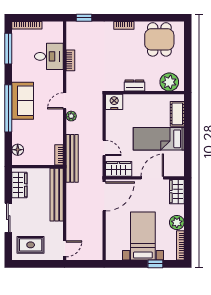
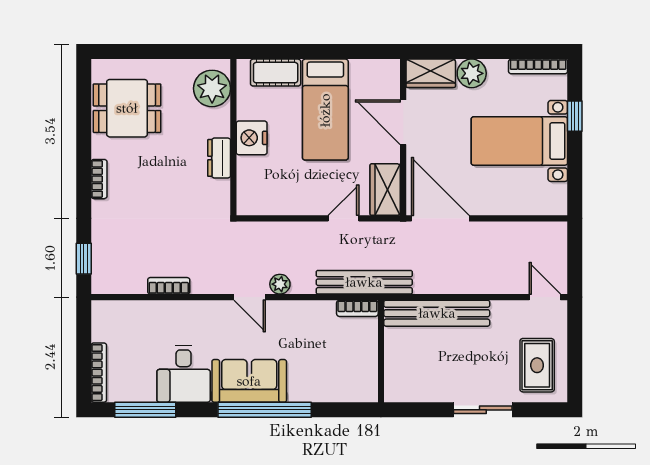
desk: (49, 56) -> (184, 374), moved, turned 180
nightstand: (114, 102) -> (252, 138), moved
floor lamp: (18, 150) -> (347, 391), removed
wardrobe: (19, 185) -> (418, 387), removed
plant: (177, 222) -> (472, 73), moved

